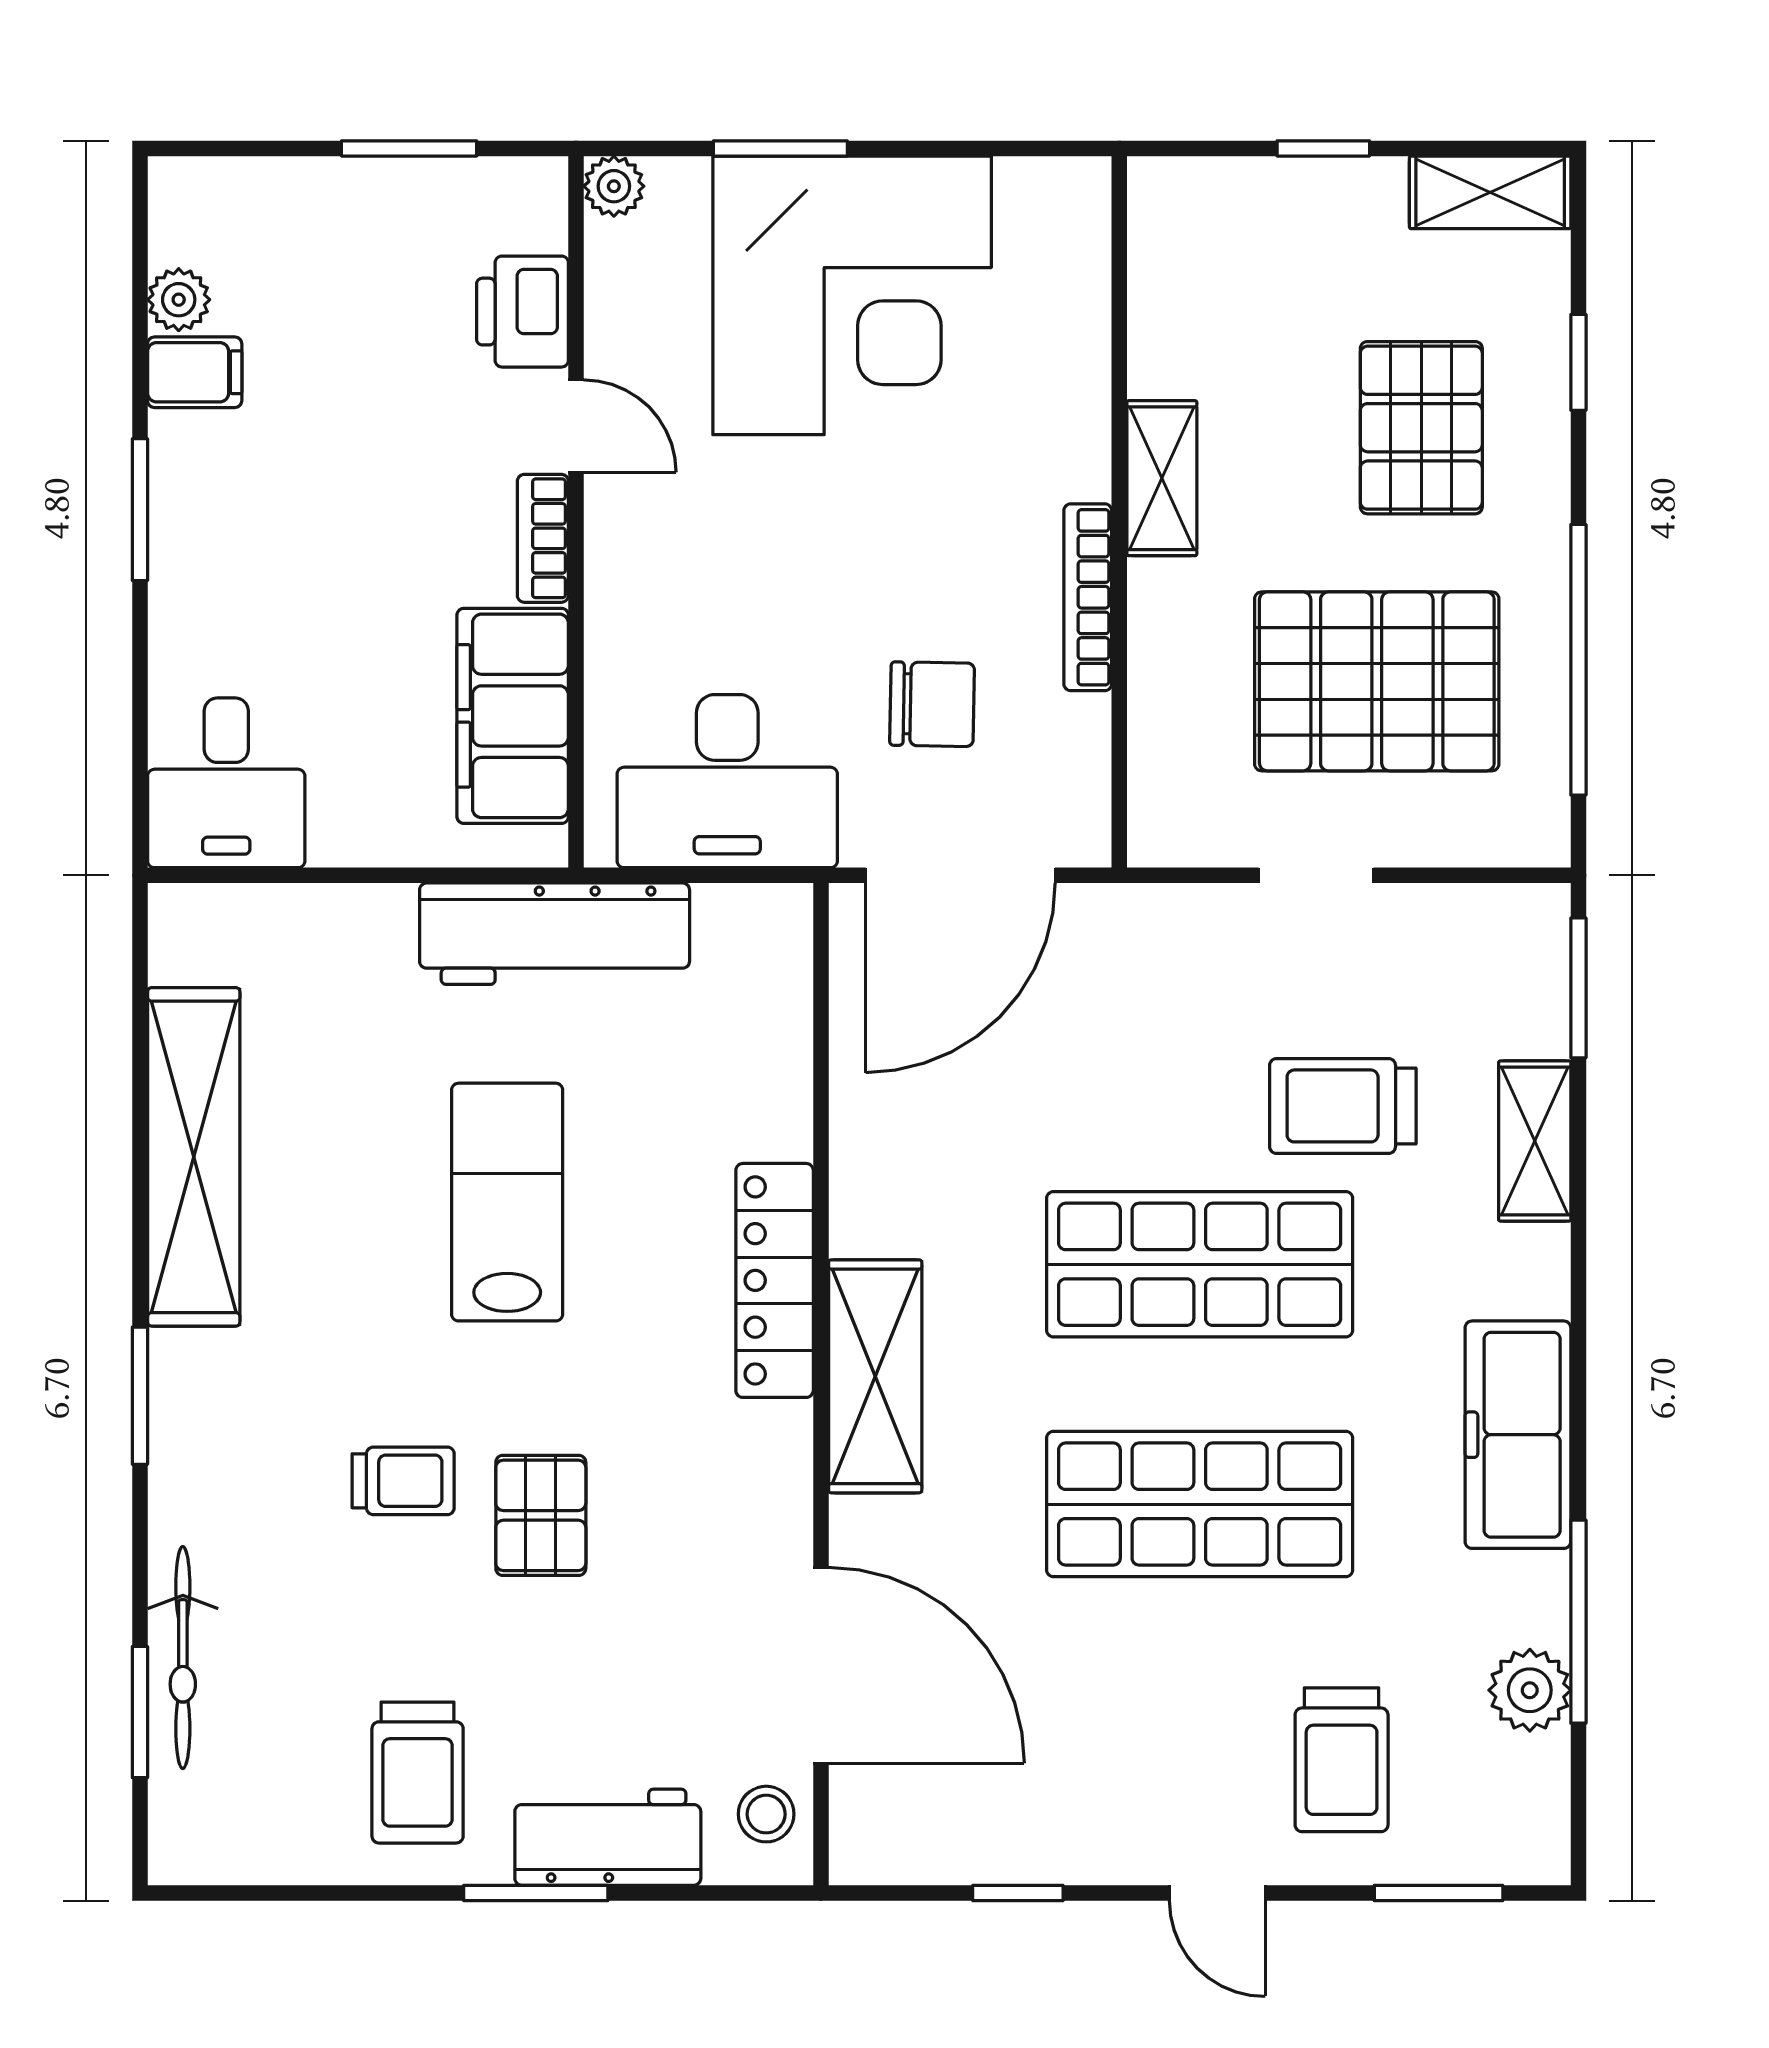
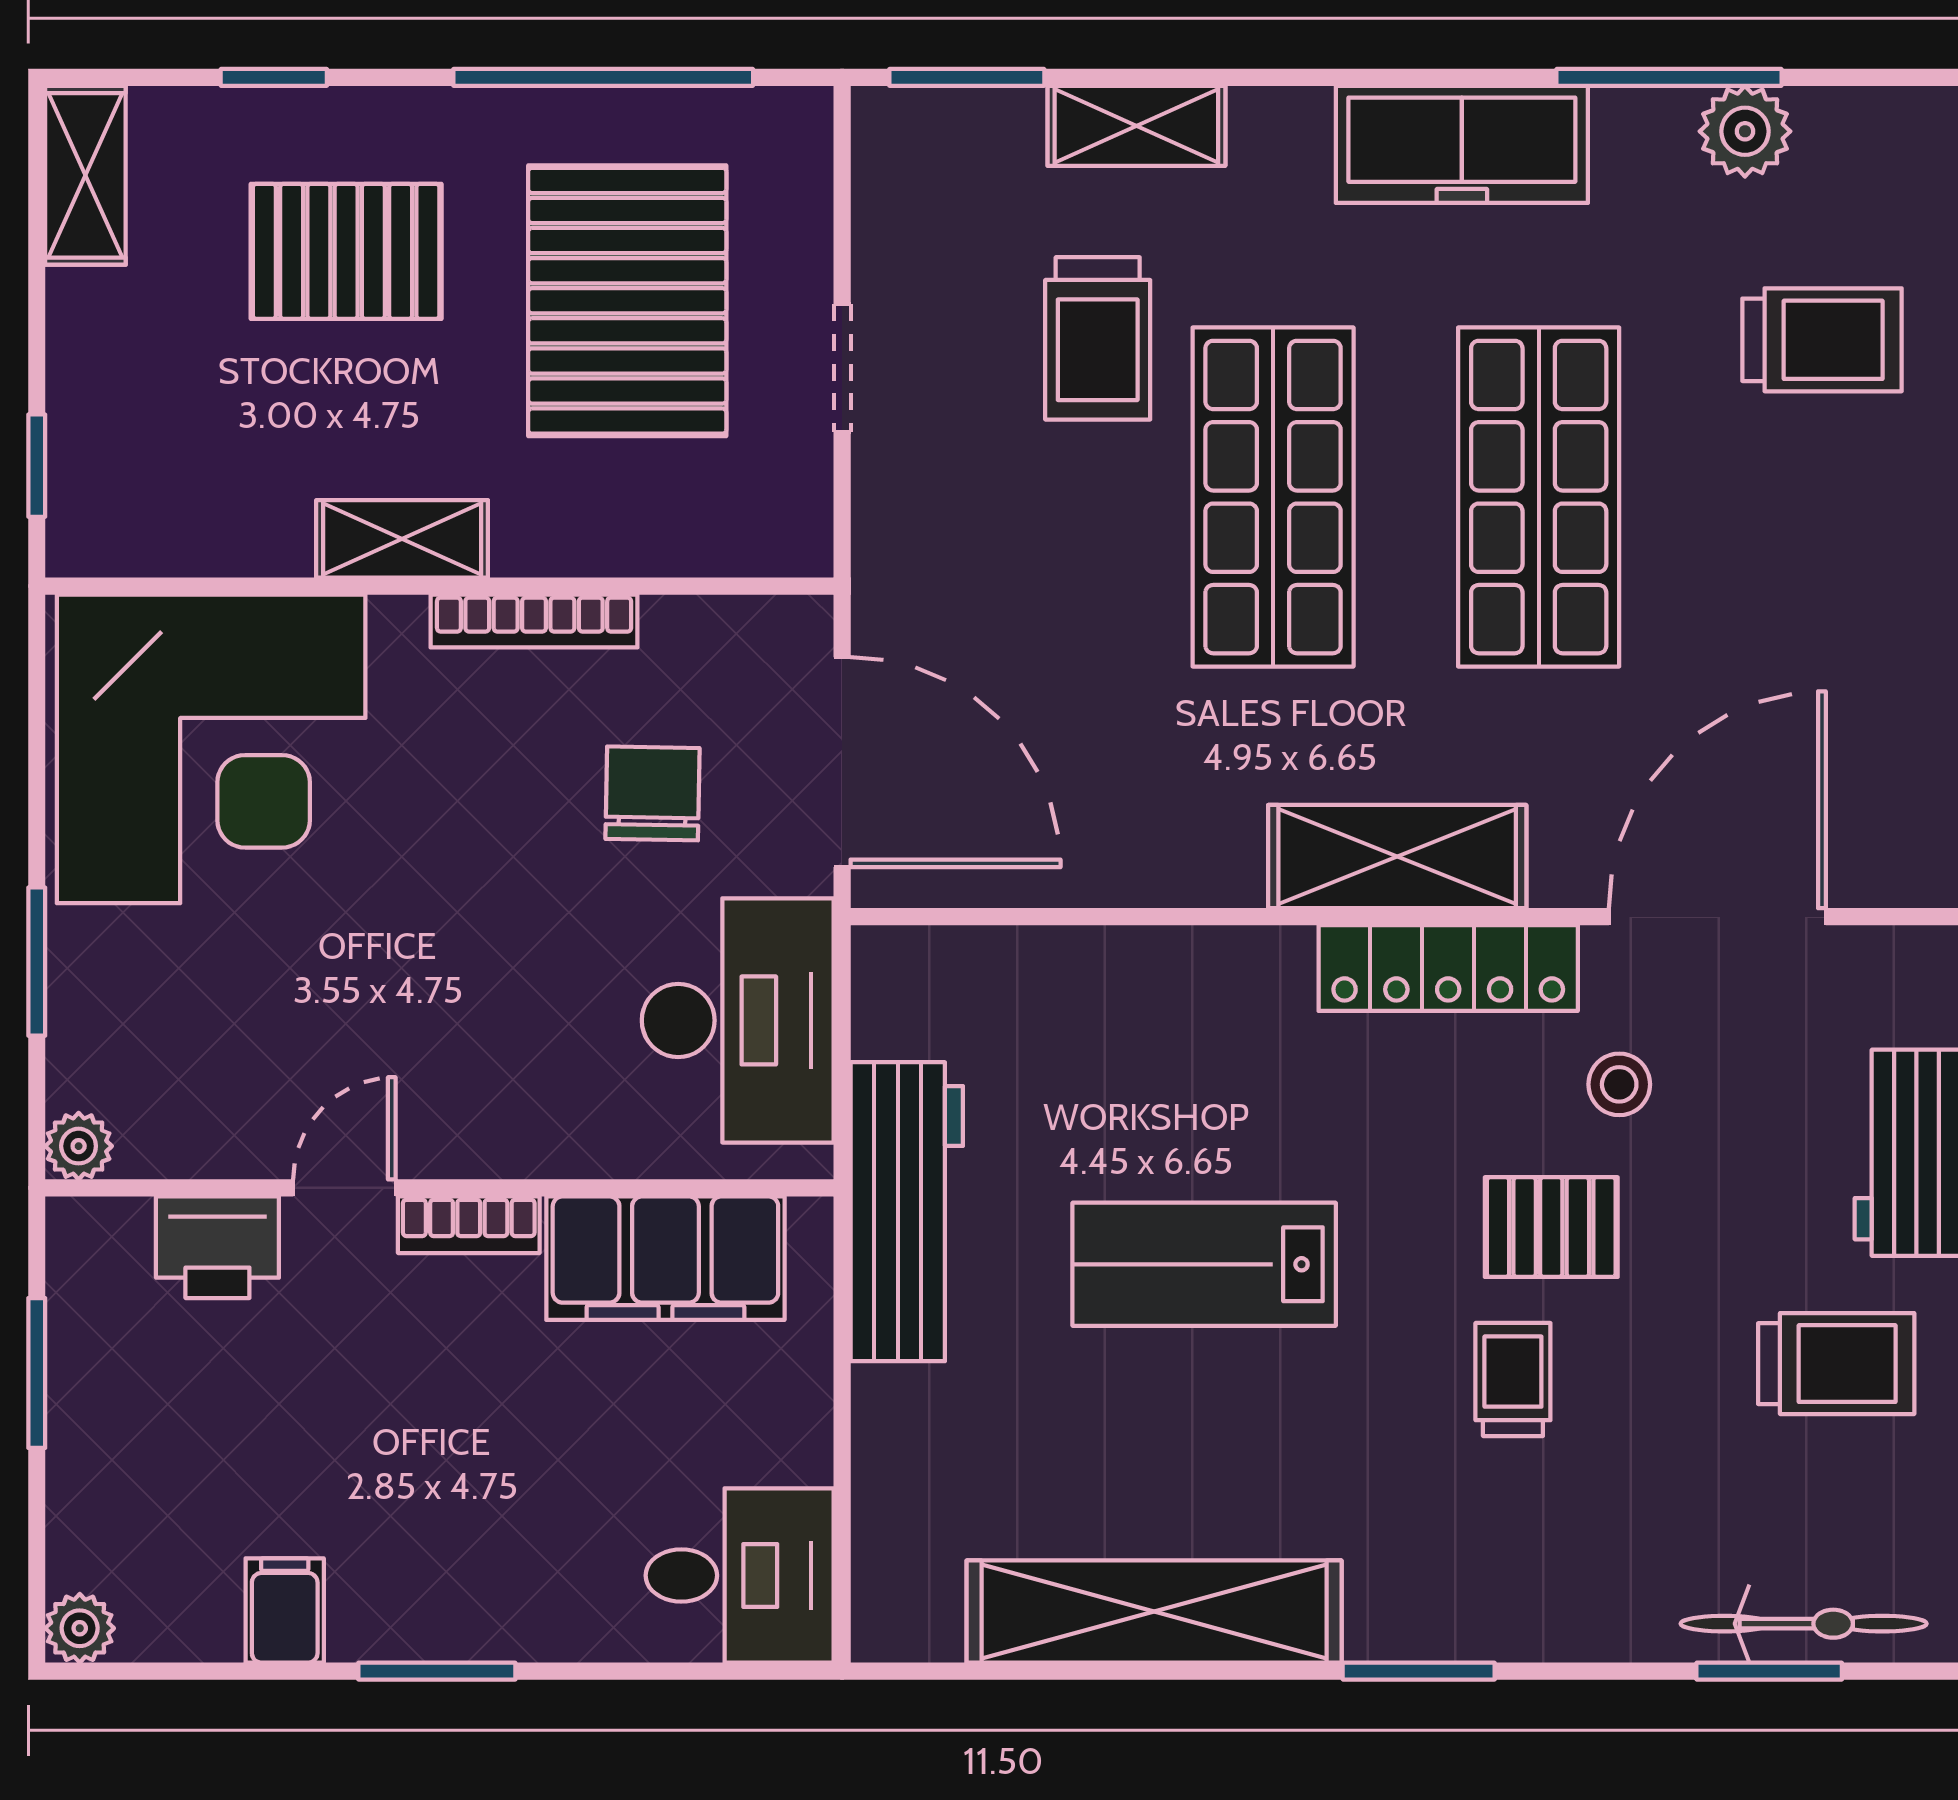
window: (1323, 148) -> (37, 466), moved
corner desk: (852, 295) -> (211, 749), moved, turned 90
plant: (179, 300) -> (80, 1628), moved
locker: (775, 1280) -> (1448, 968), moved
bicycle: (183, 1658) -> (1804, 1624), moved
stool: (766, 1814) -> (1619, 1084), moved

